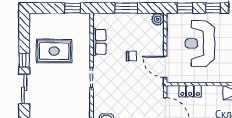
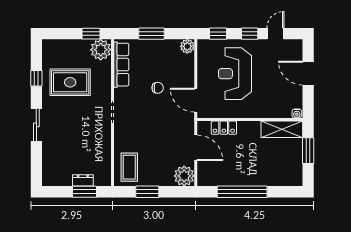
plant: (81, 22) -> (101, 50), added
row of seats: (99, 42) -> (121, 65), width x1.48
window: (24, 60) -> (36, 78), moved

